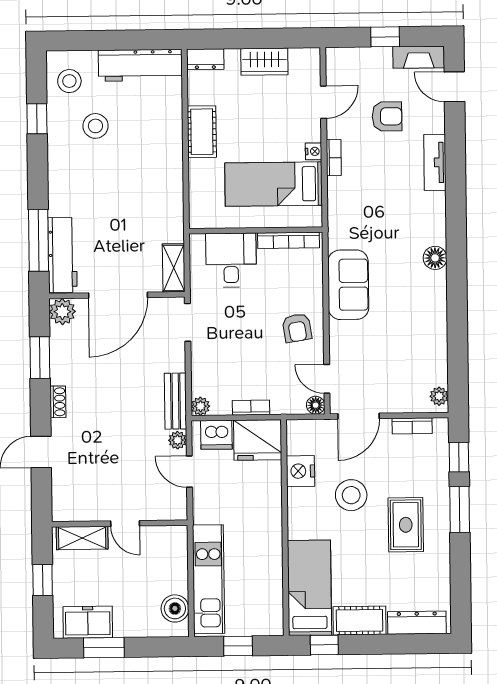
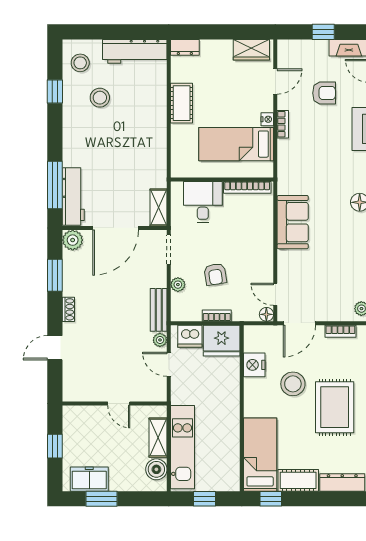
wardrobe: (264, 62) -> (251, 50), moved
armchair: (297, 328) -> (215, 274), moved
plant: (200, 406) -> (178, 285), moved
rug: (406, 525) -> (335, 407), width x1.36, depth x1.43
shelving: (82, 538) -> (158, 438), moved, turned 90

